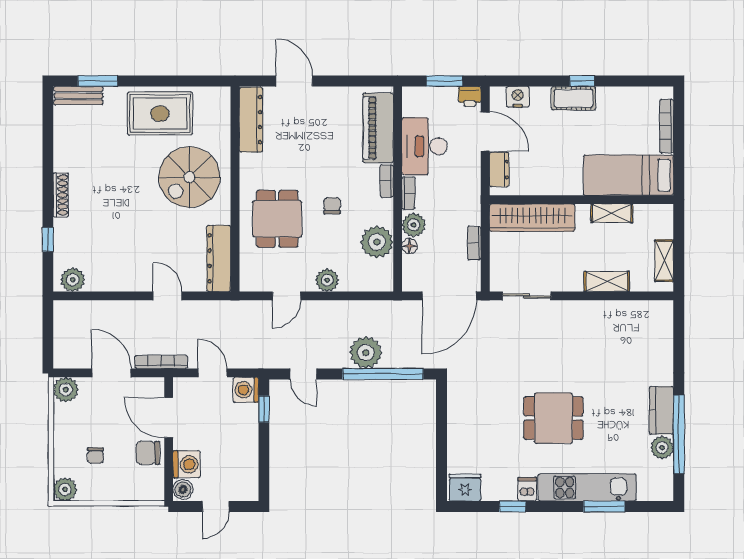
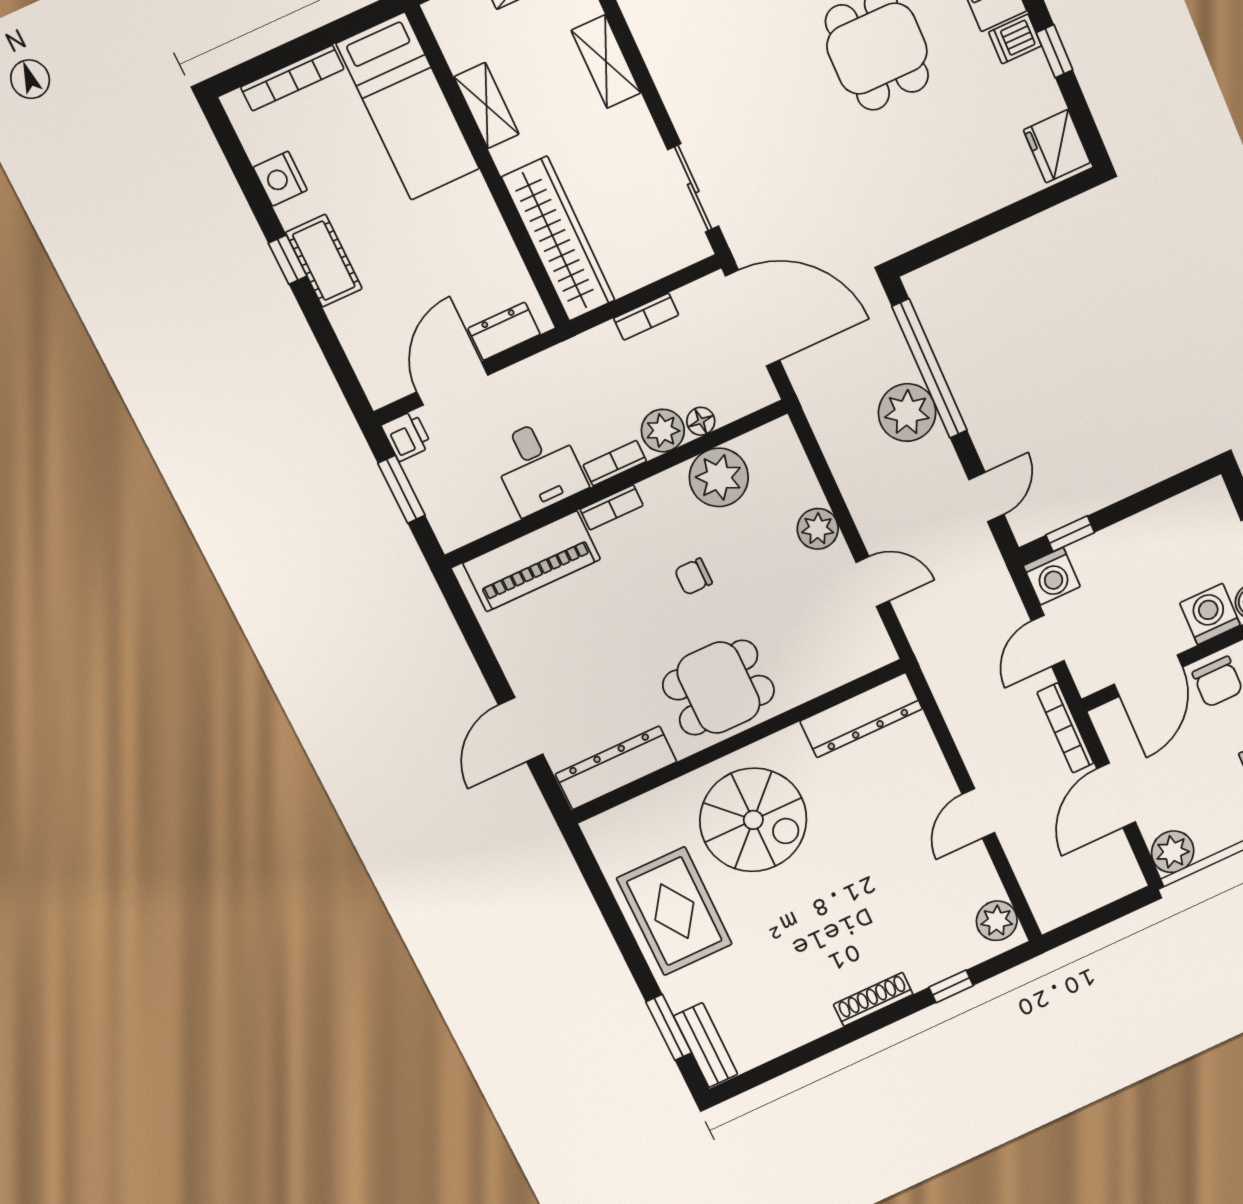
nightstand: (518, 97) -> (280, 179), moved
desk: (424, 146) -> (538, 467), width x0.73
dining table: (277, 219) -> (719, 688), moved
door: (168, 296) -> (978, 813), moved

